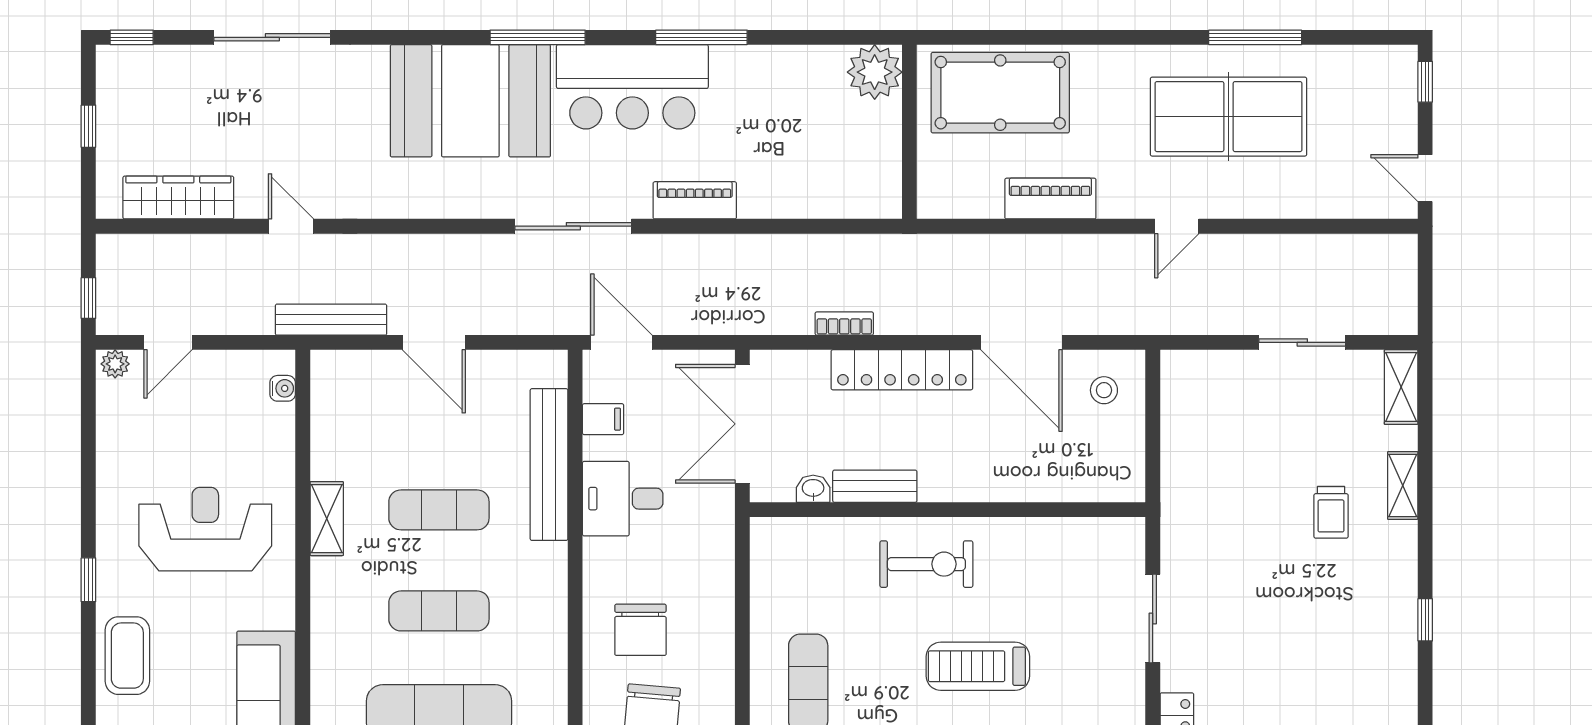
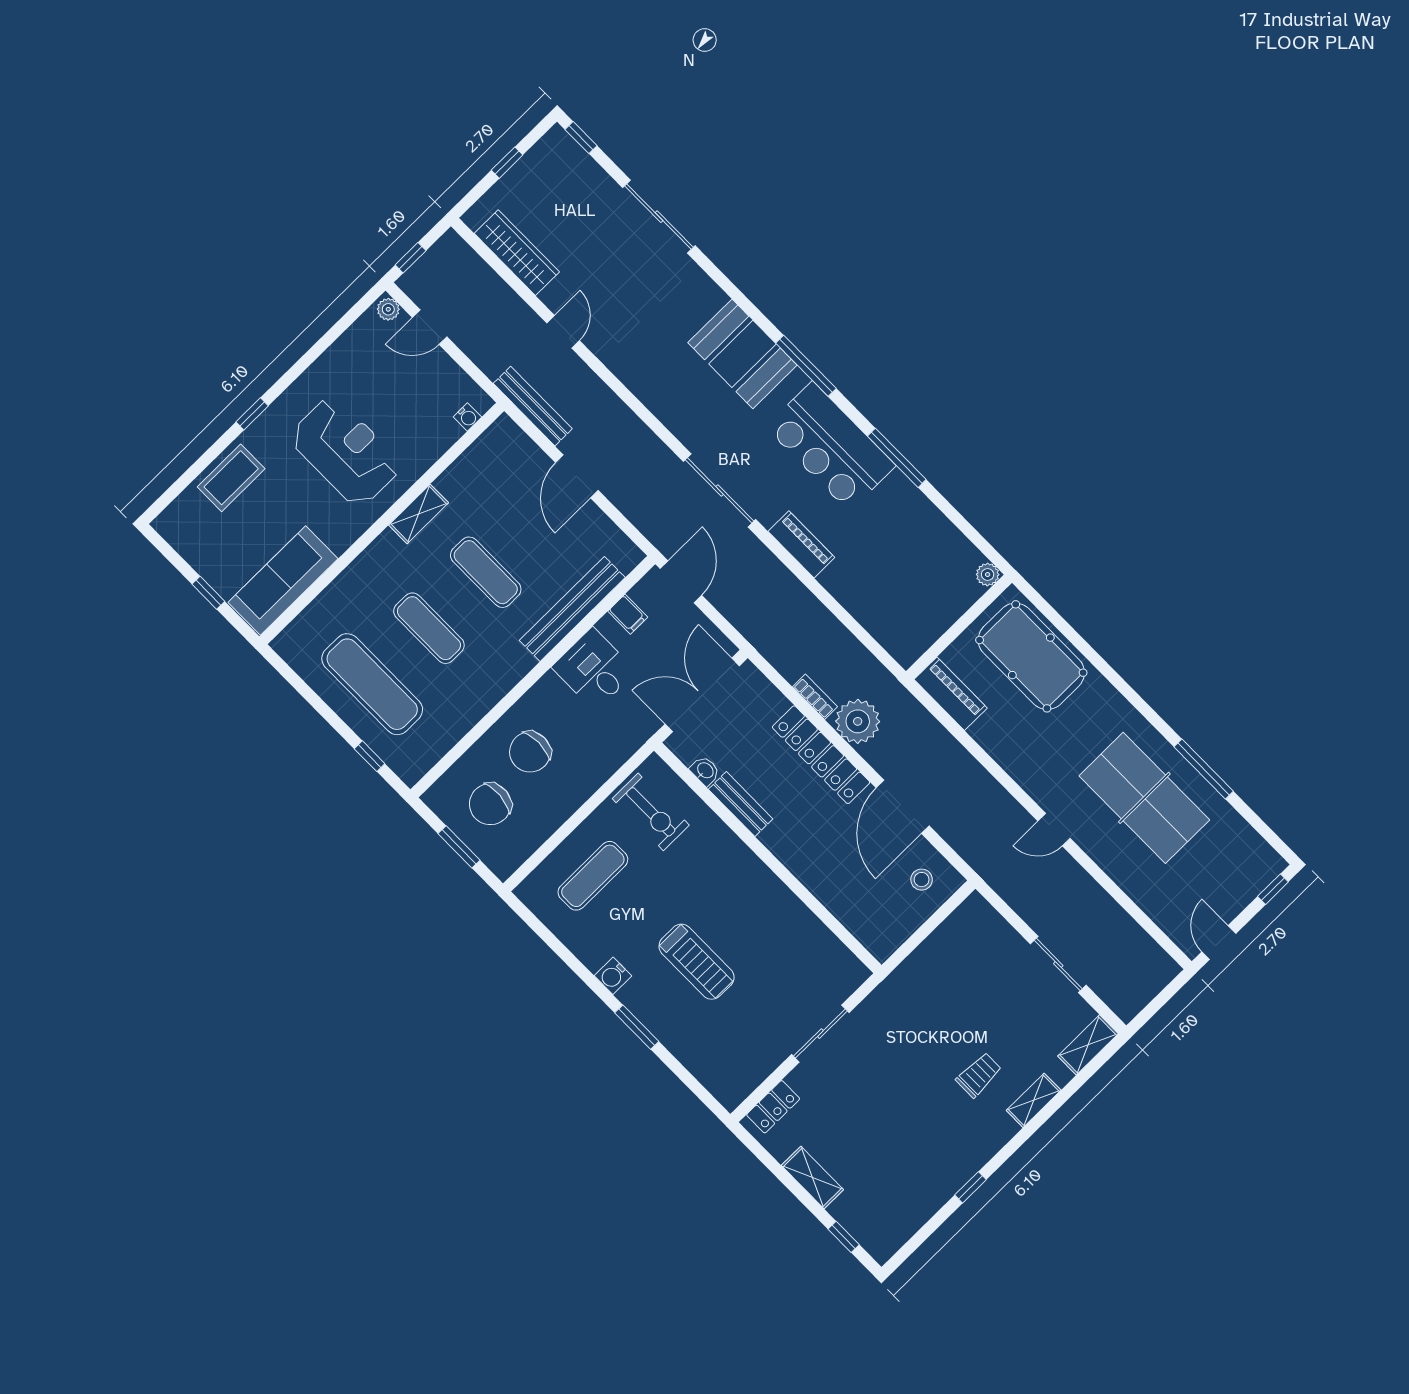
plant: (875, 72) -> (988, 575), width x0.53, depth x0.53
booth: (470, 101) -> (742, 354), width x0.73, depth x0.70
piano: (1050, 199) -> (951, 694), moved
plant: (904, 307) -> (858, 721), added
trolley: (1331, 512) -> (979, 1075), turned 180
exercise bike: (926, 564) -> (651, 812), moved
treadmill: (978, 666) -> (697, 962), turned 180

